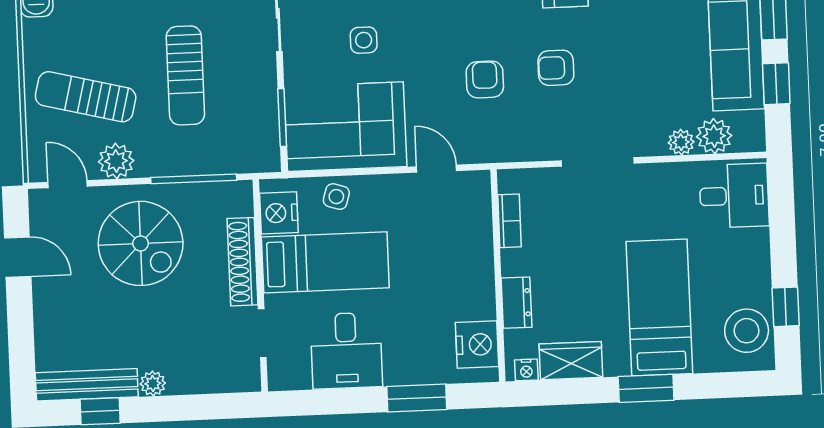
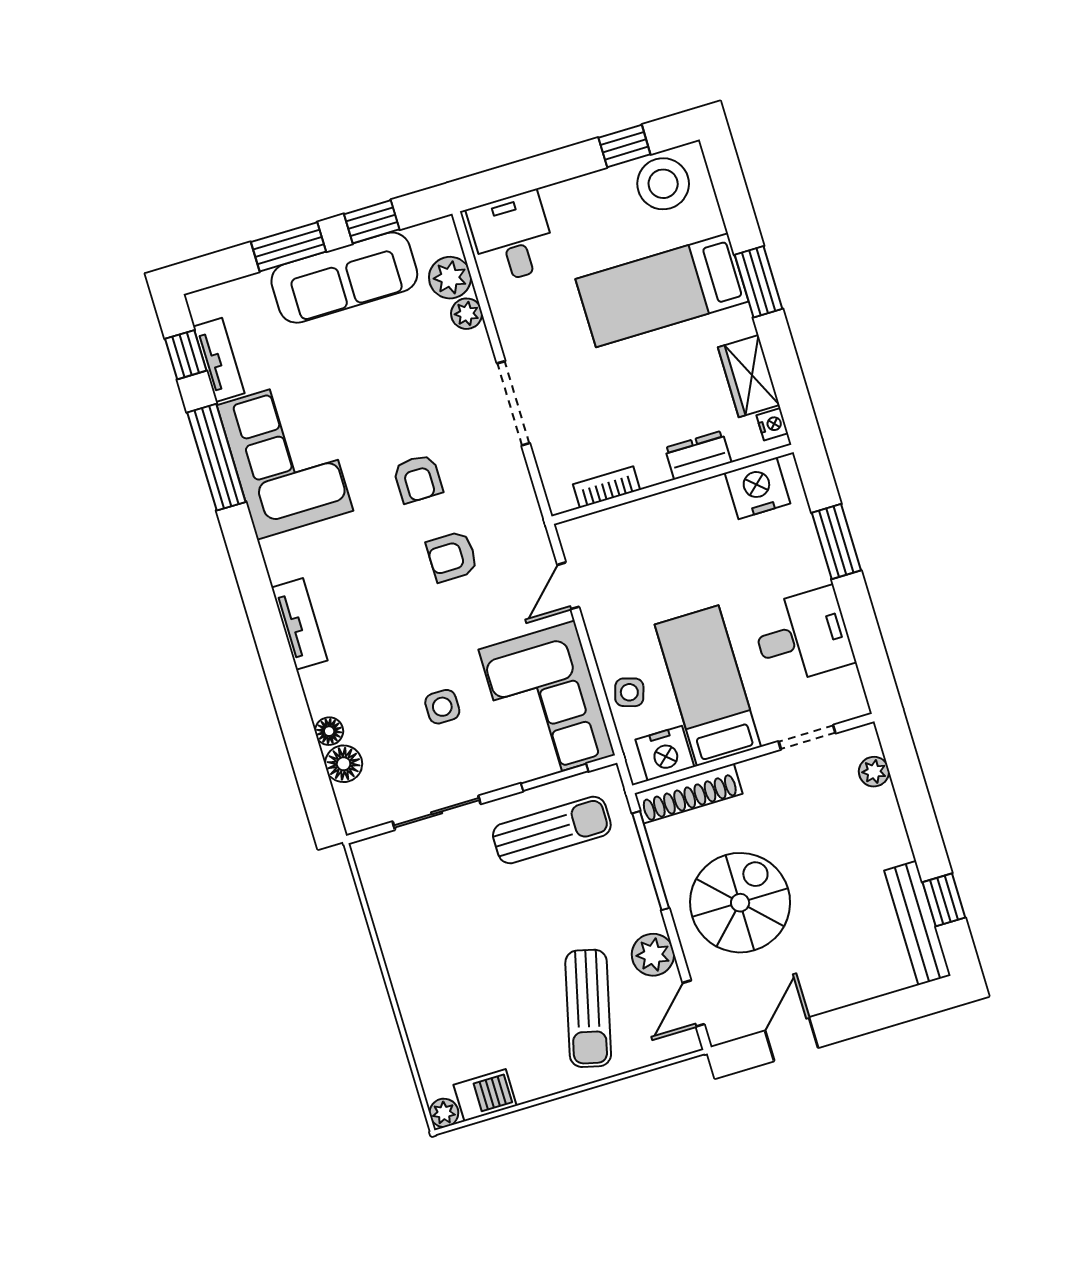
sun lounger: (185, 75) -> (552, 830), moved
shoe rack: (242, 262) -> (689, 794), moved
plant: (153, 384) -> (874, 772), moved

